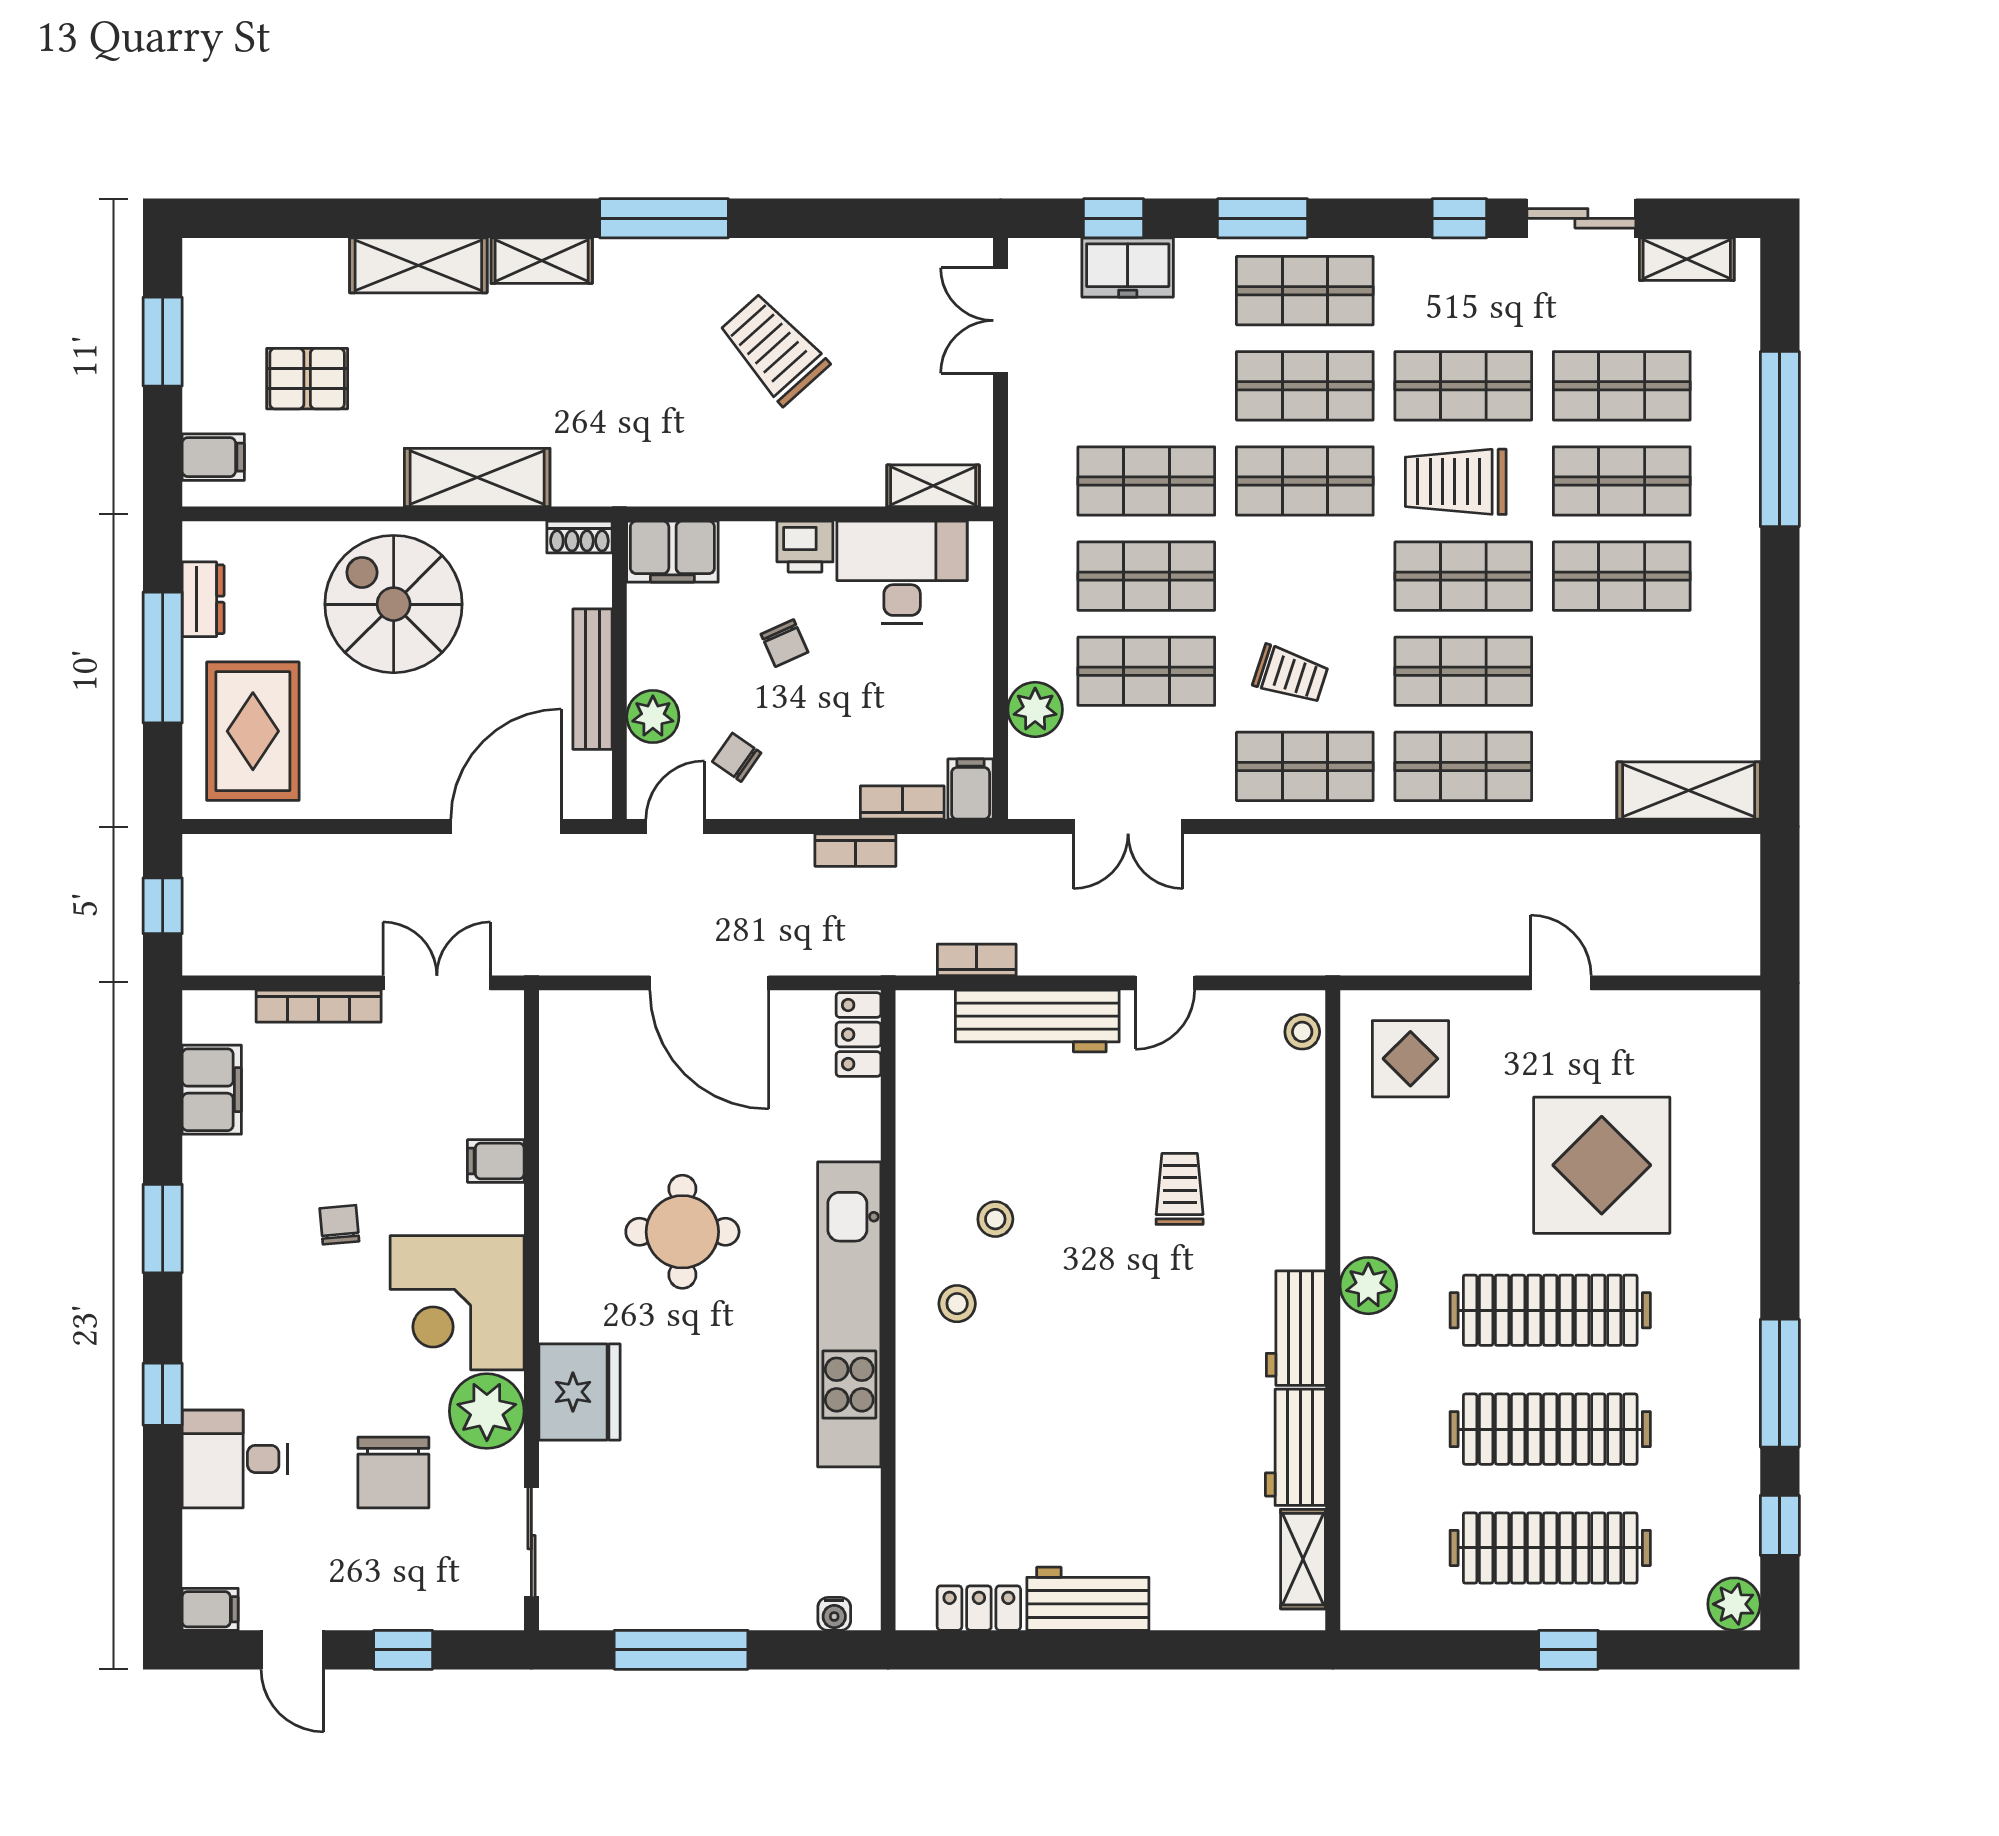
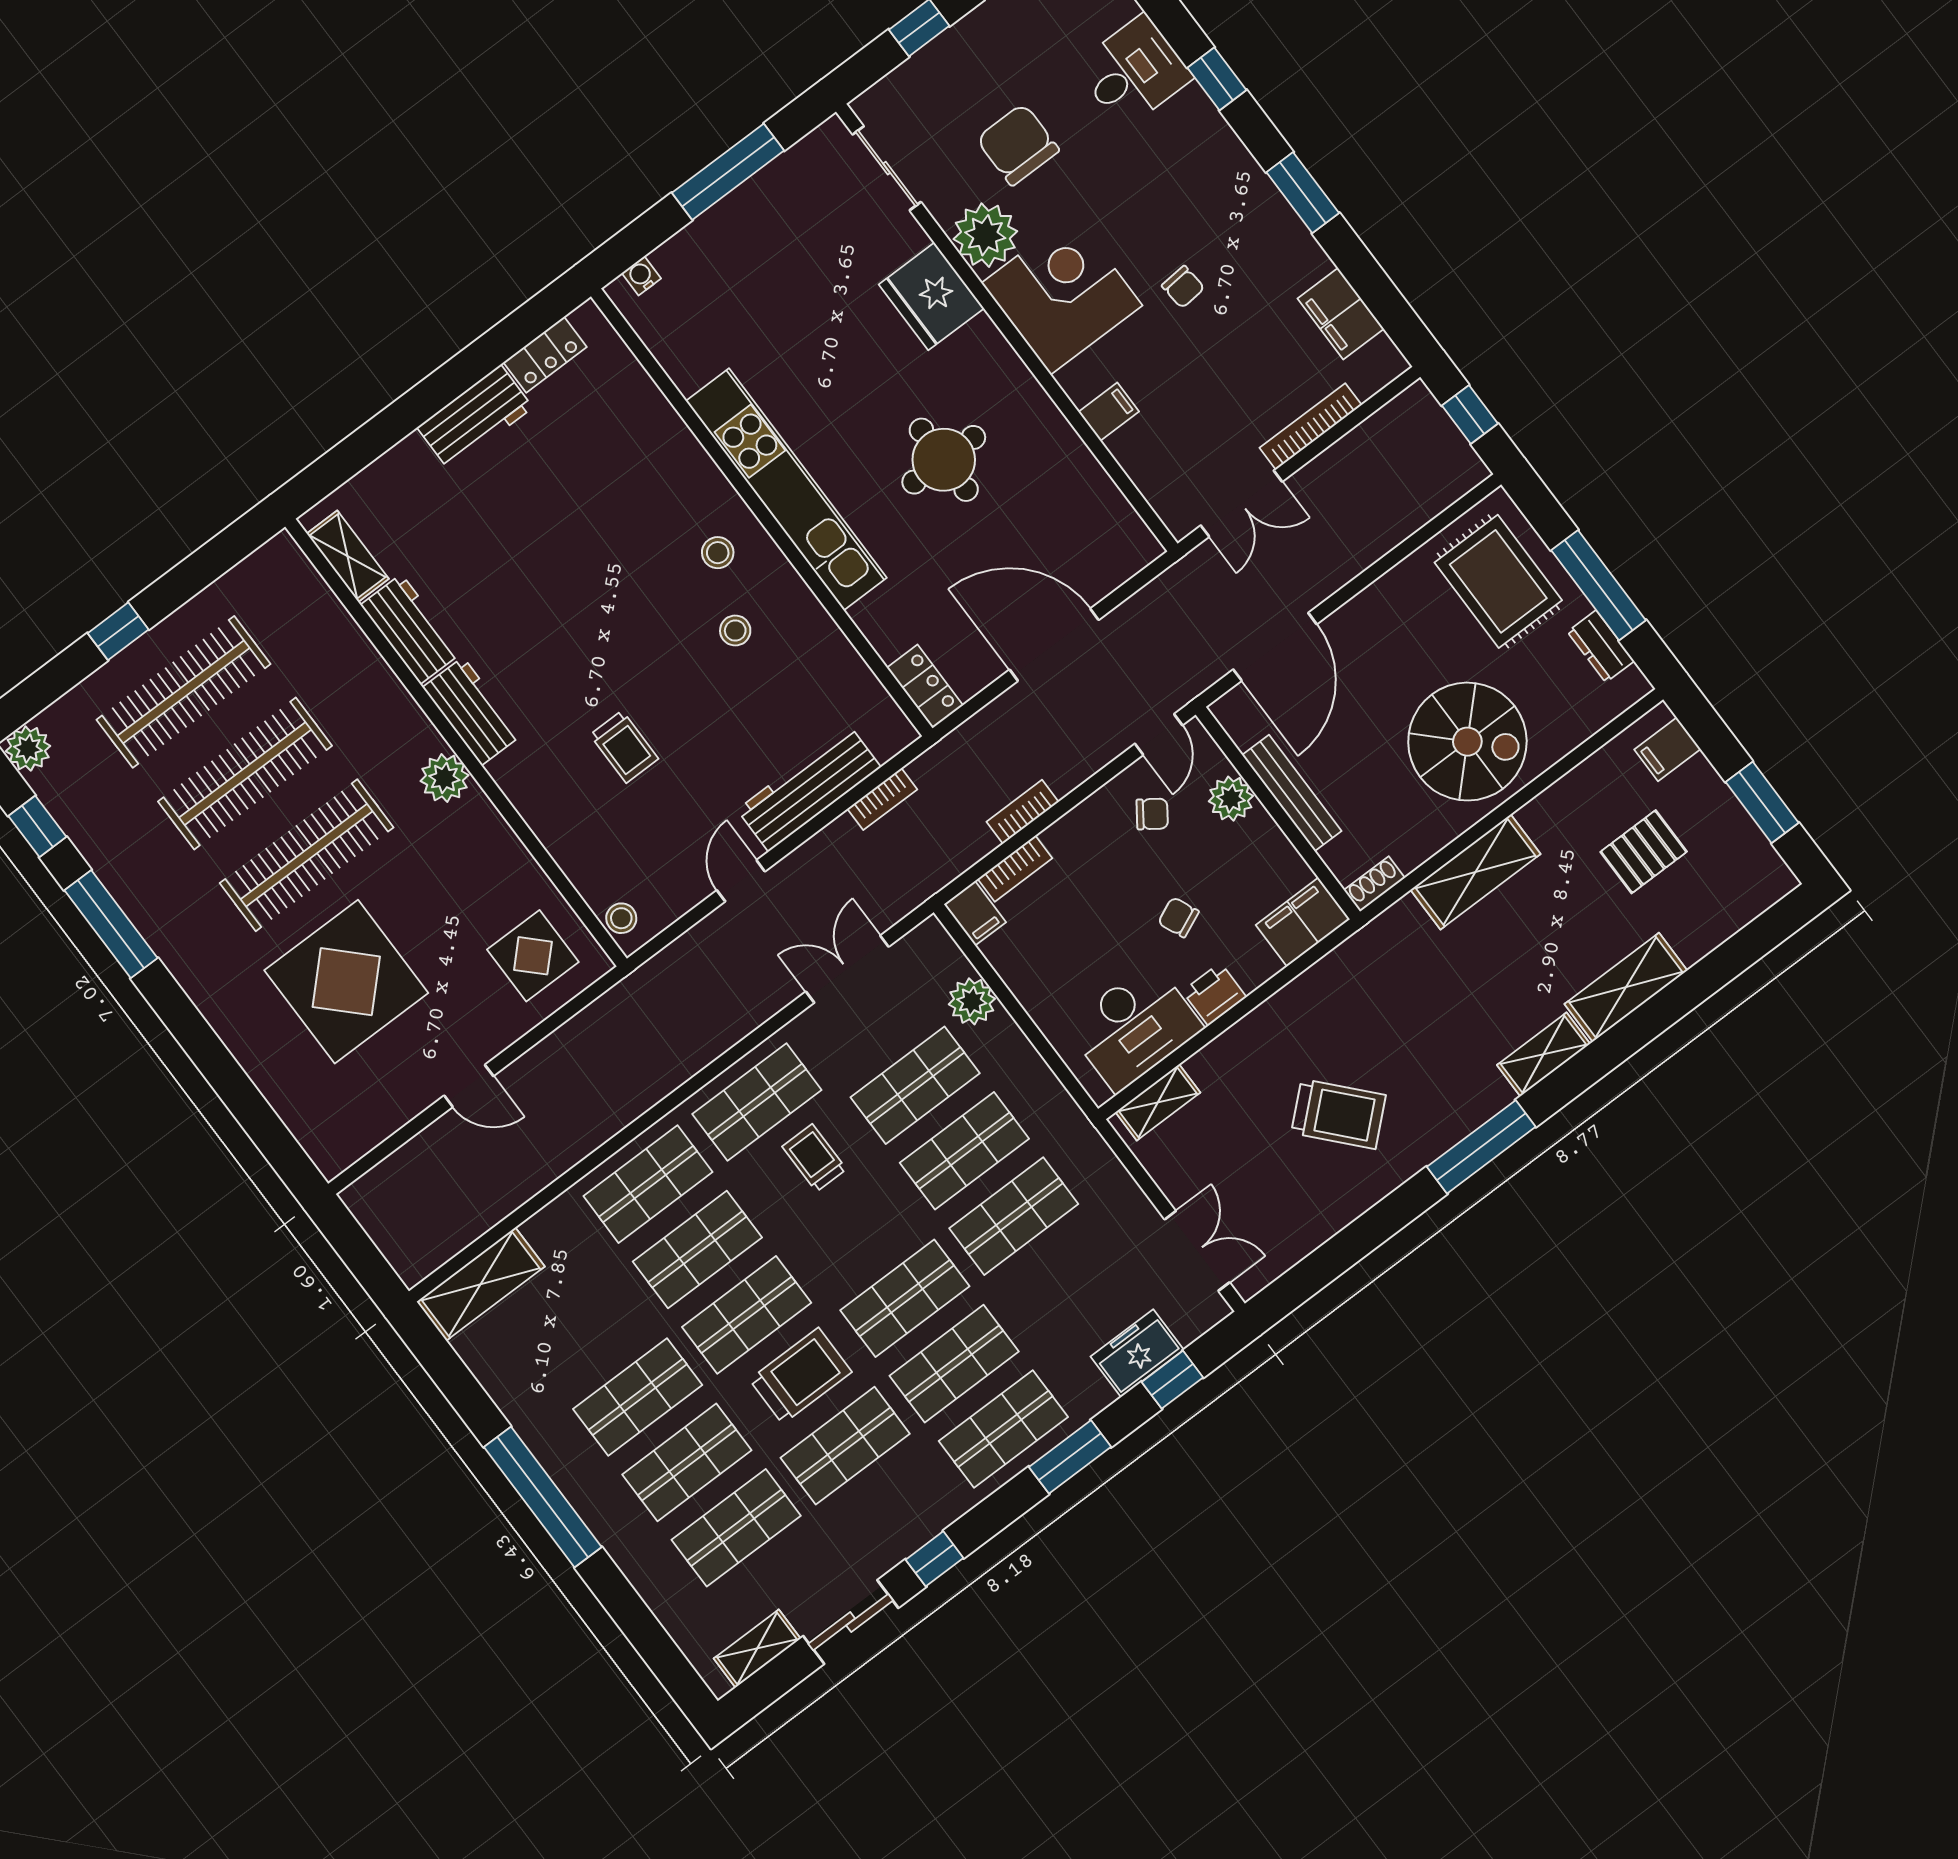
window: (1780, 439) -> (543, 1497), moved
trolley: (1291, 675) -> (814, 1158), turned 72

